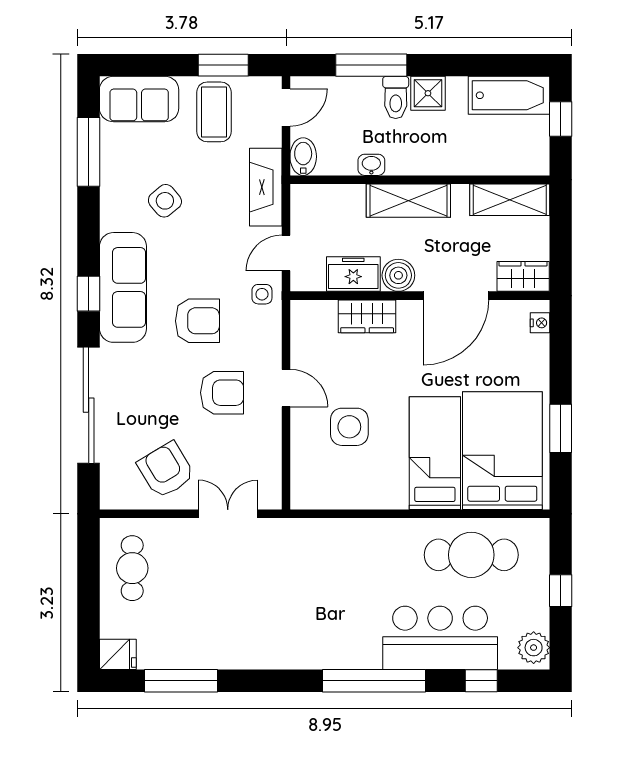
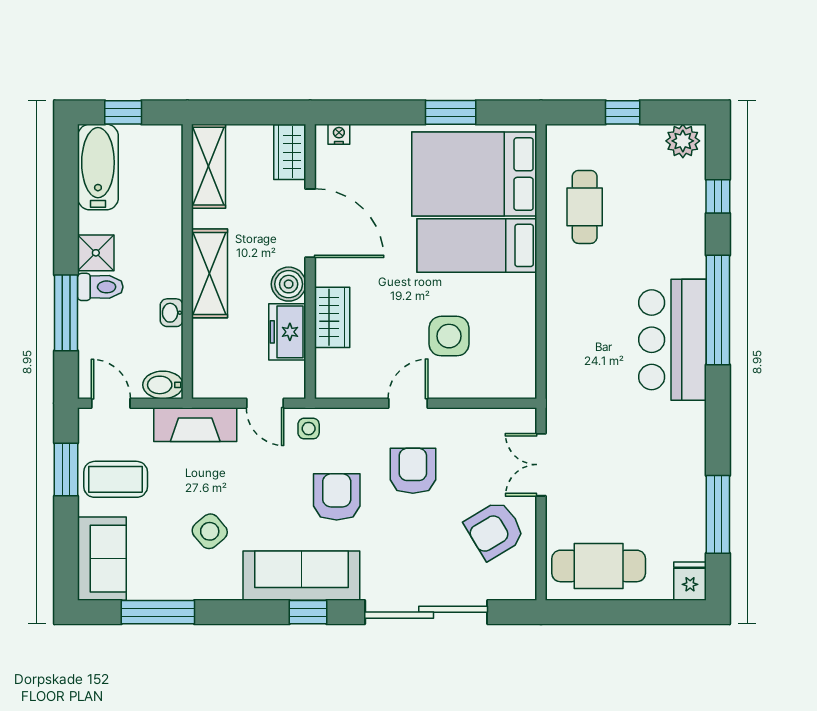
cafe table: (471, 555) -> (585, 207), width x0.73, depth x0.74
cafe table: (132, 568) -> (599, 566), width x1.37, depth x1.35
bar counter: (440, 638) -> (673, 340), moved

